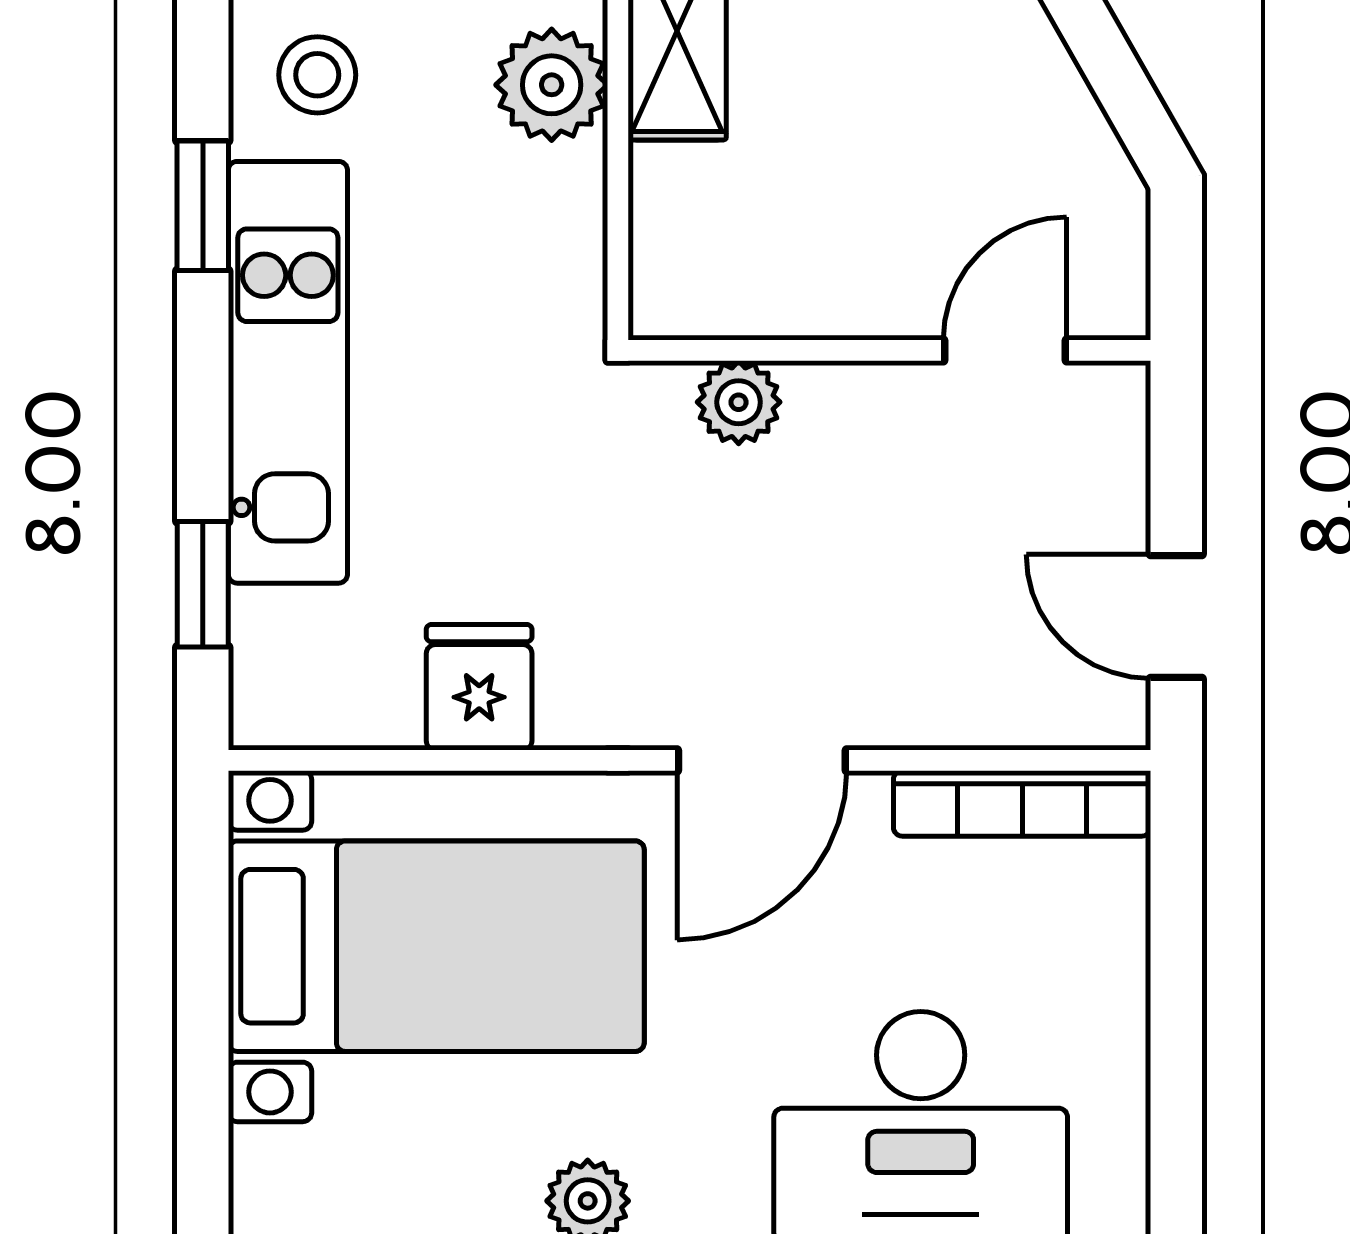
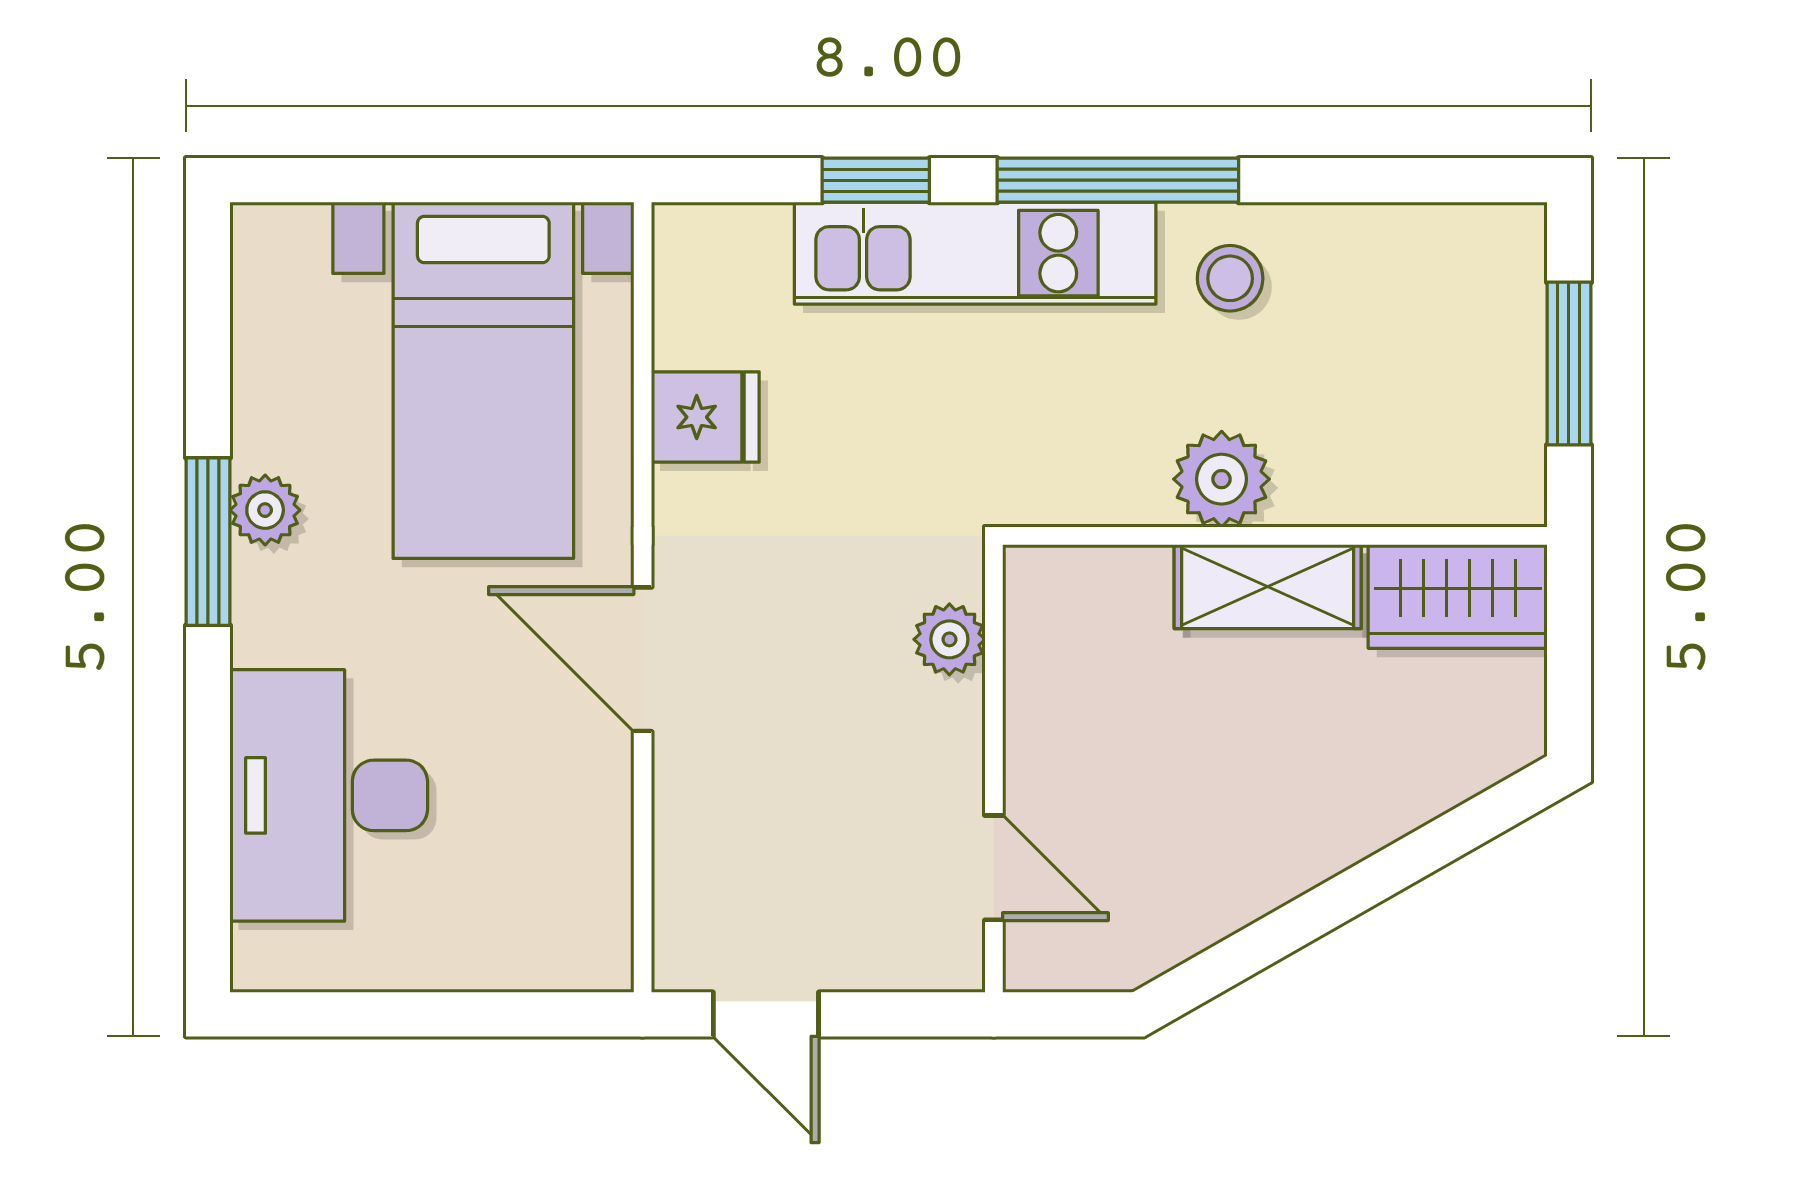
window: (203, 206) -> (1118, 180), width x2.17
window: (203, 584) -> (876, 180), moved
door: (1176, 617) -> (766, 1014), swing flipped
bookcase: (1022, 803) -> (606, 882), removed

